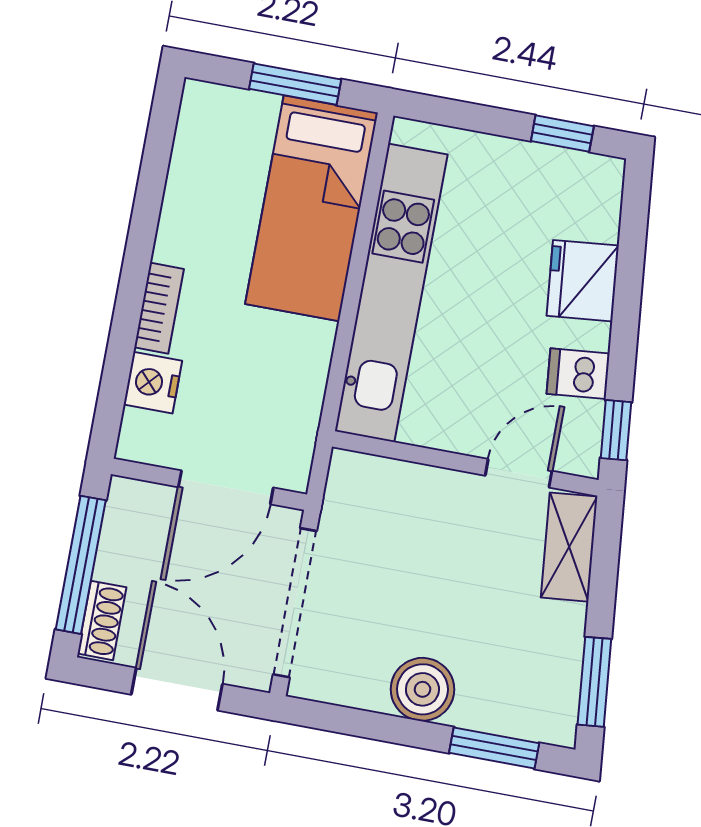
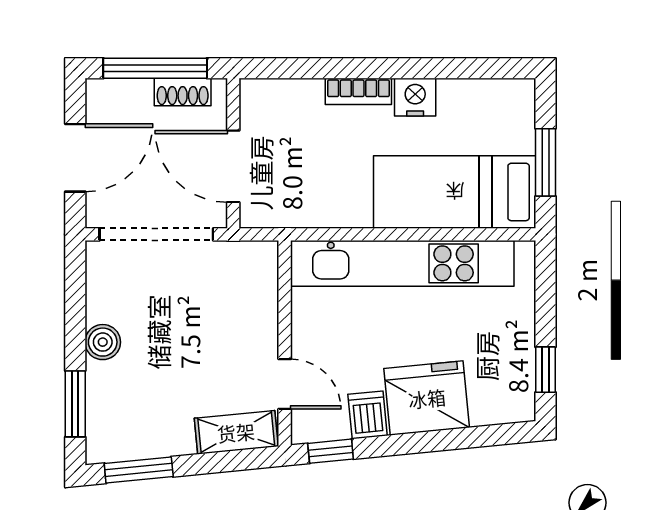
fridge: (583, 281) -> (427, 398), width x1.36, depth x1.34
nightstand: (153, 383) -> (415, 97), moved
shoe rack: (102, 620) -> (183, 92), moved
boiler: (422, 689) -> (103, 342), width x0.73, depth x0.73

